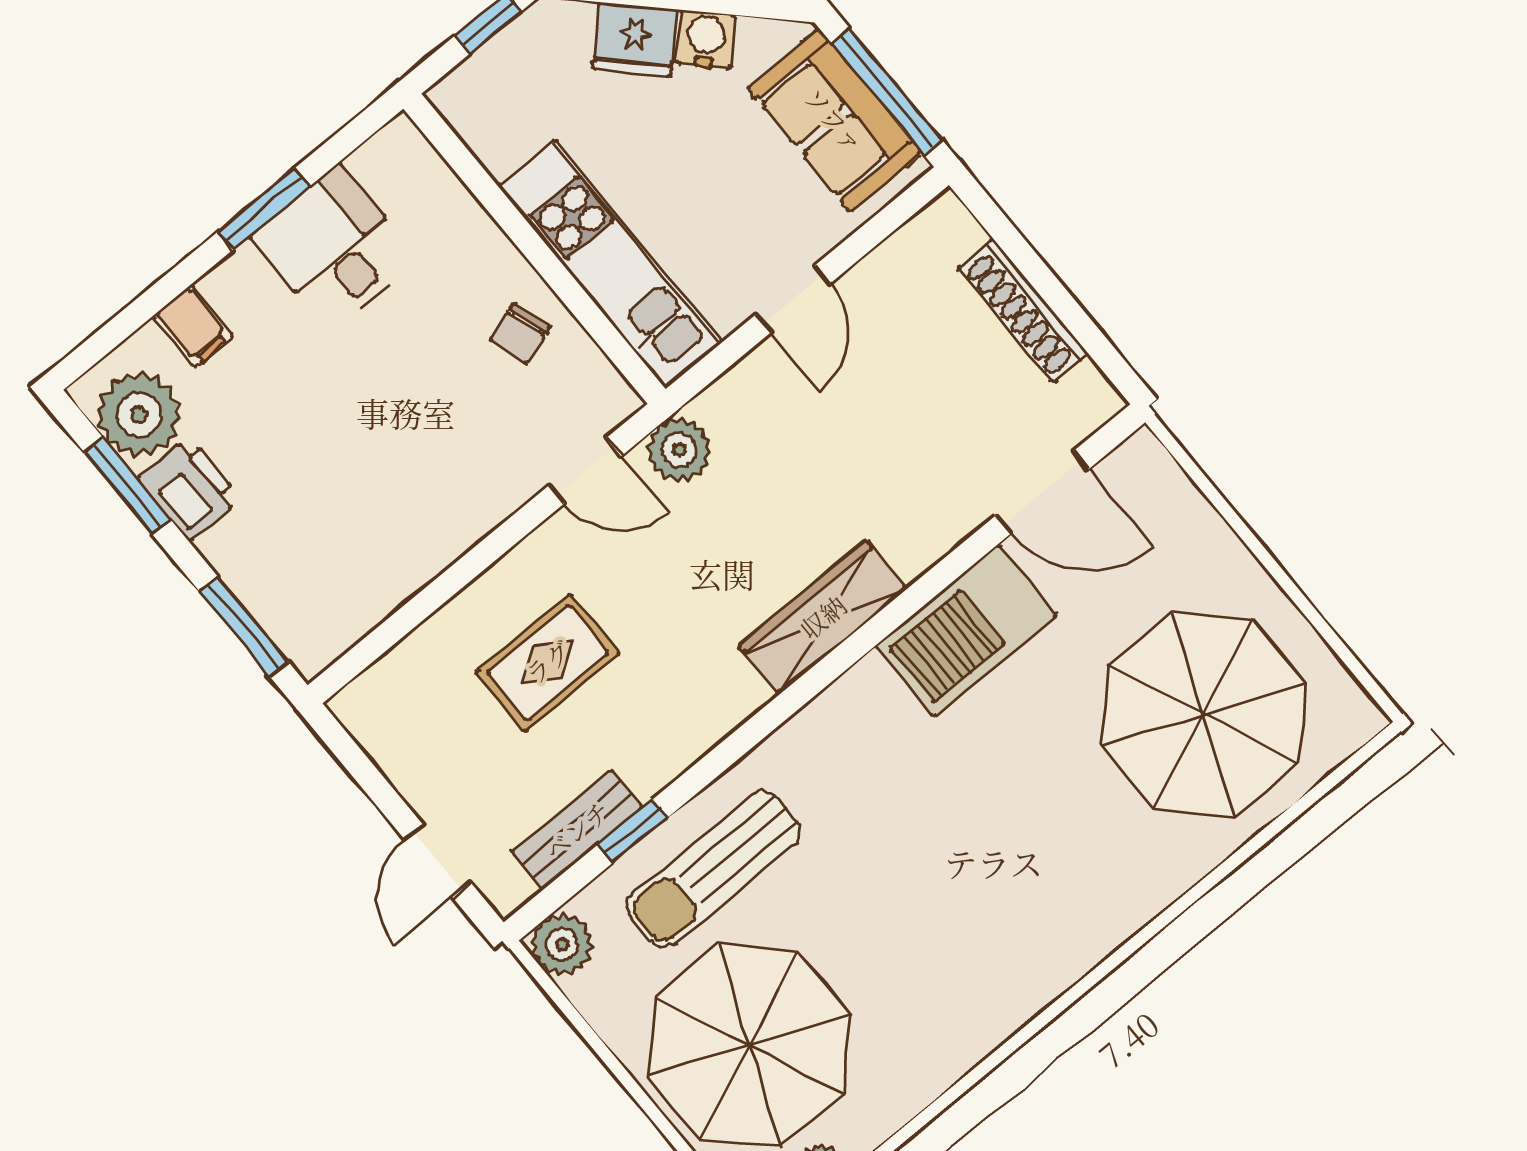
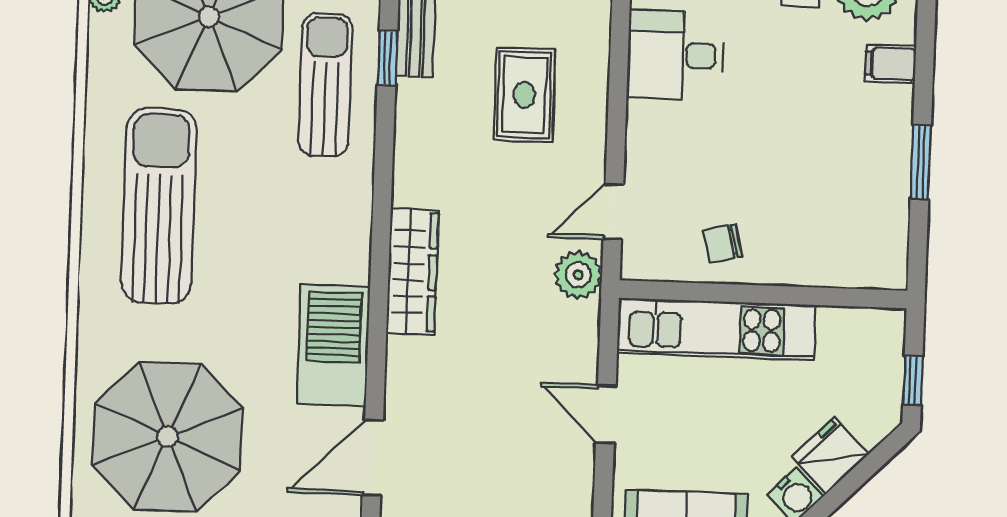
desk: (334, 248) -> (675, 55), moved, turned 180
chair: (520, 334) -> (723, 244), turned -87
sun lounger: (981, 927) -> (159, 206), added

